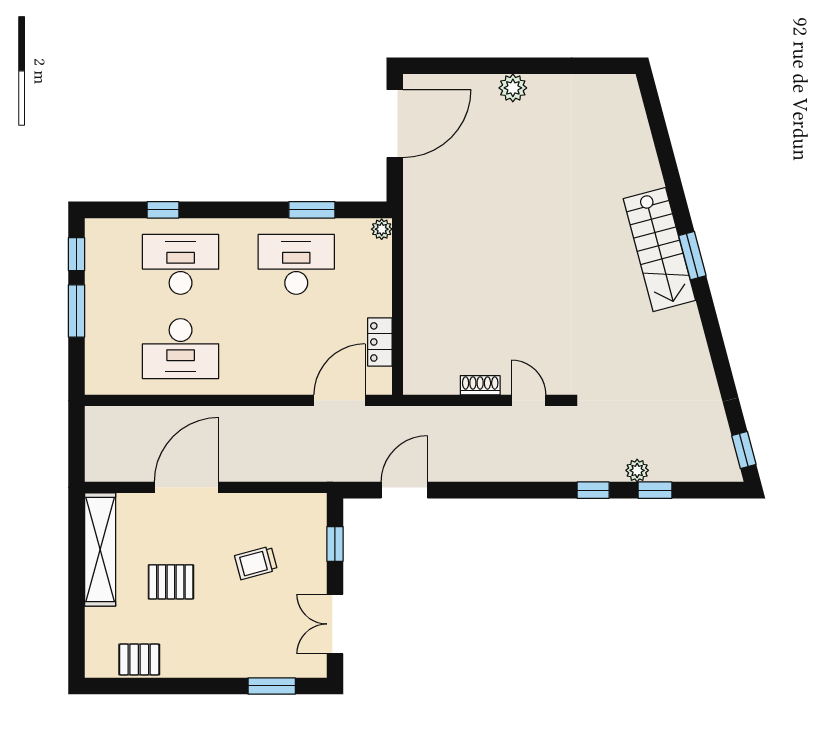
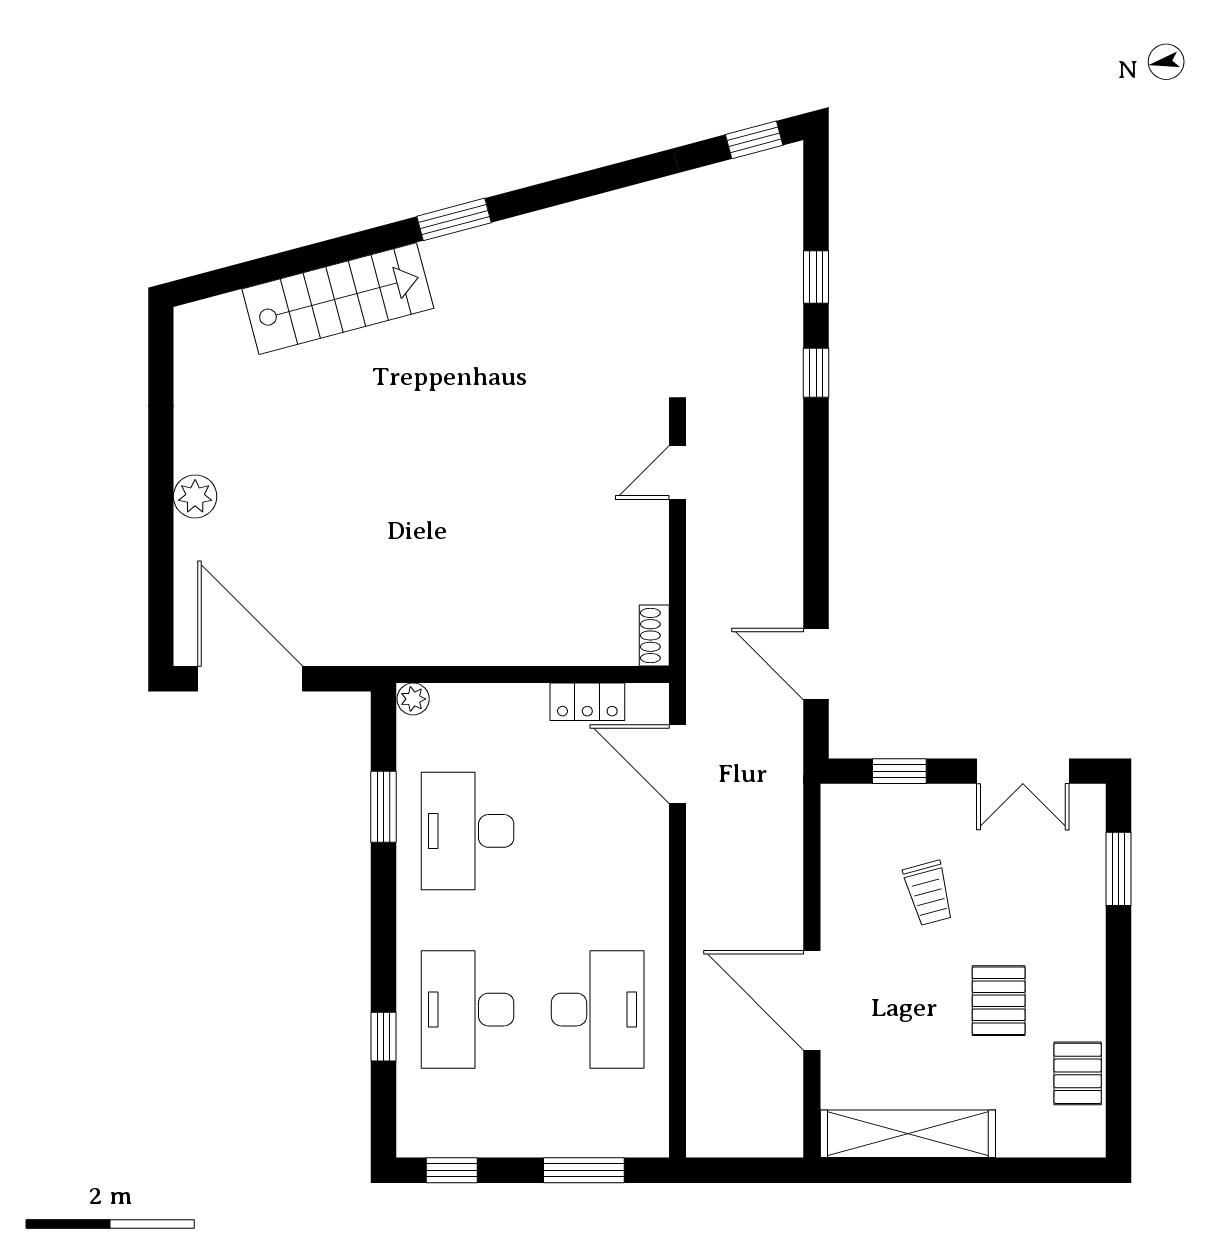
stairs: (659, 249) -> (338, 299), moved
window: (77, 311) -> (584, 1170), moved
shoe rack: (480, 385) -> (654, 635), moved
plant: (637, 470) -> (786, 305), removed
pallet: (171, 582) -> (999, 1001), moved

